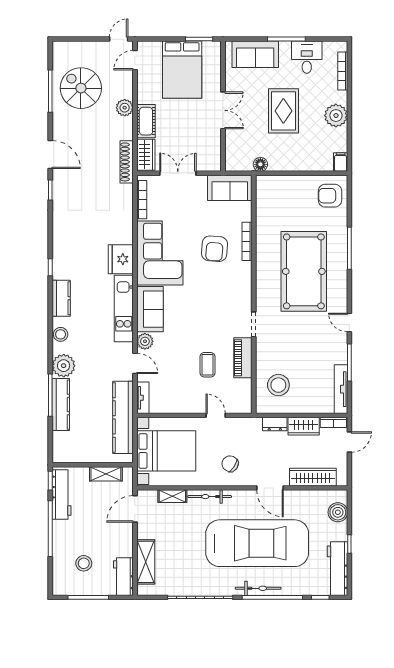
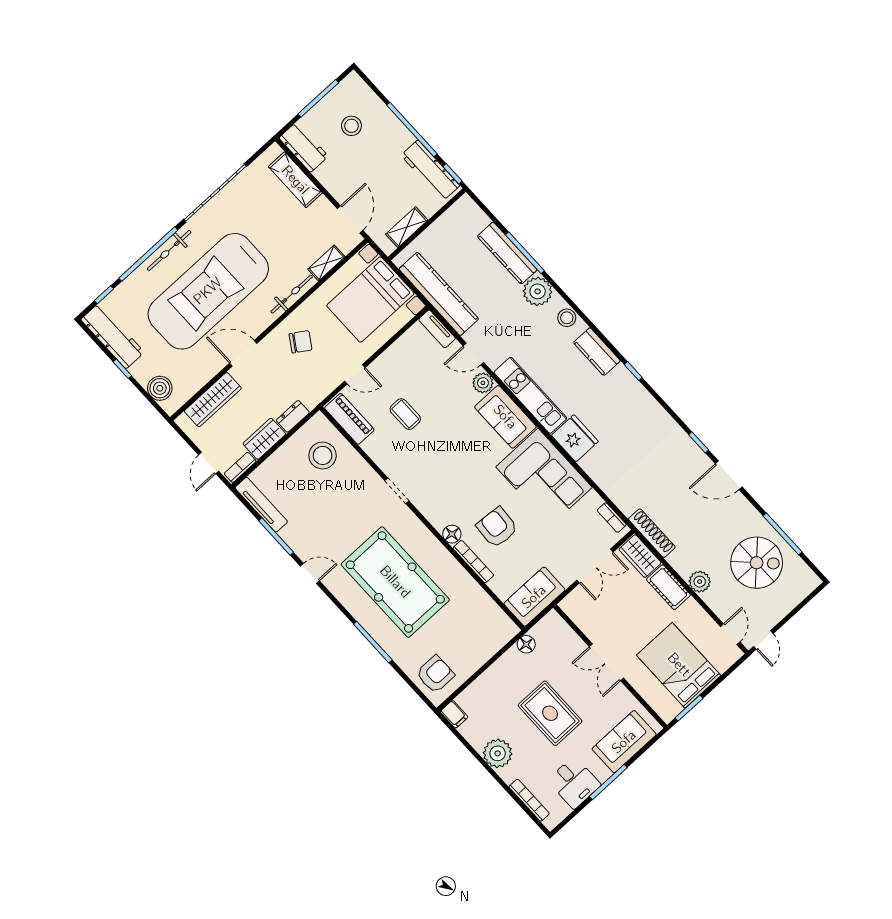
bookcase: (142, 200) -> (612, 518), width x0.64
floor lamp: (245, 269) -> (452, 534), added
piano: (243, 358) -> (349, 419), moved

